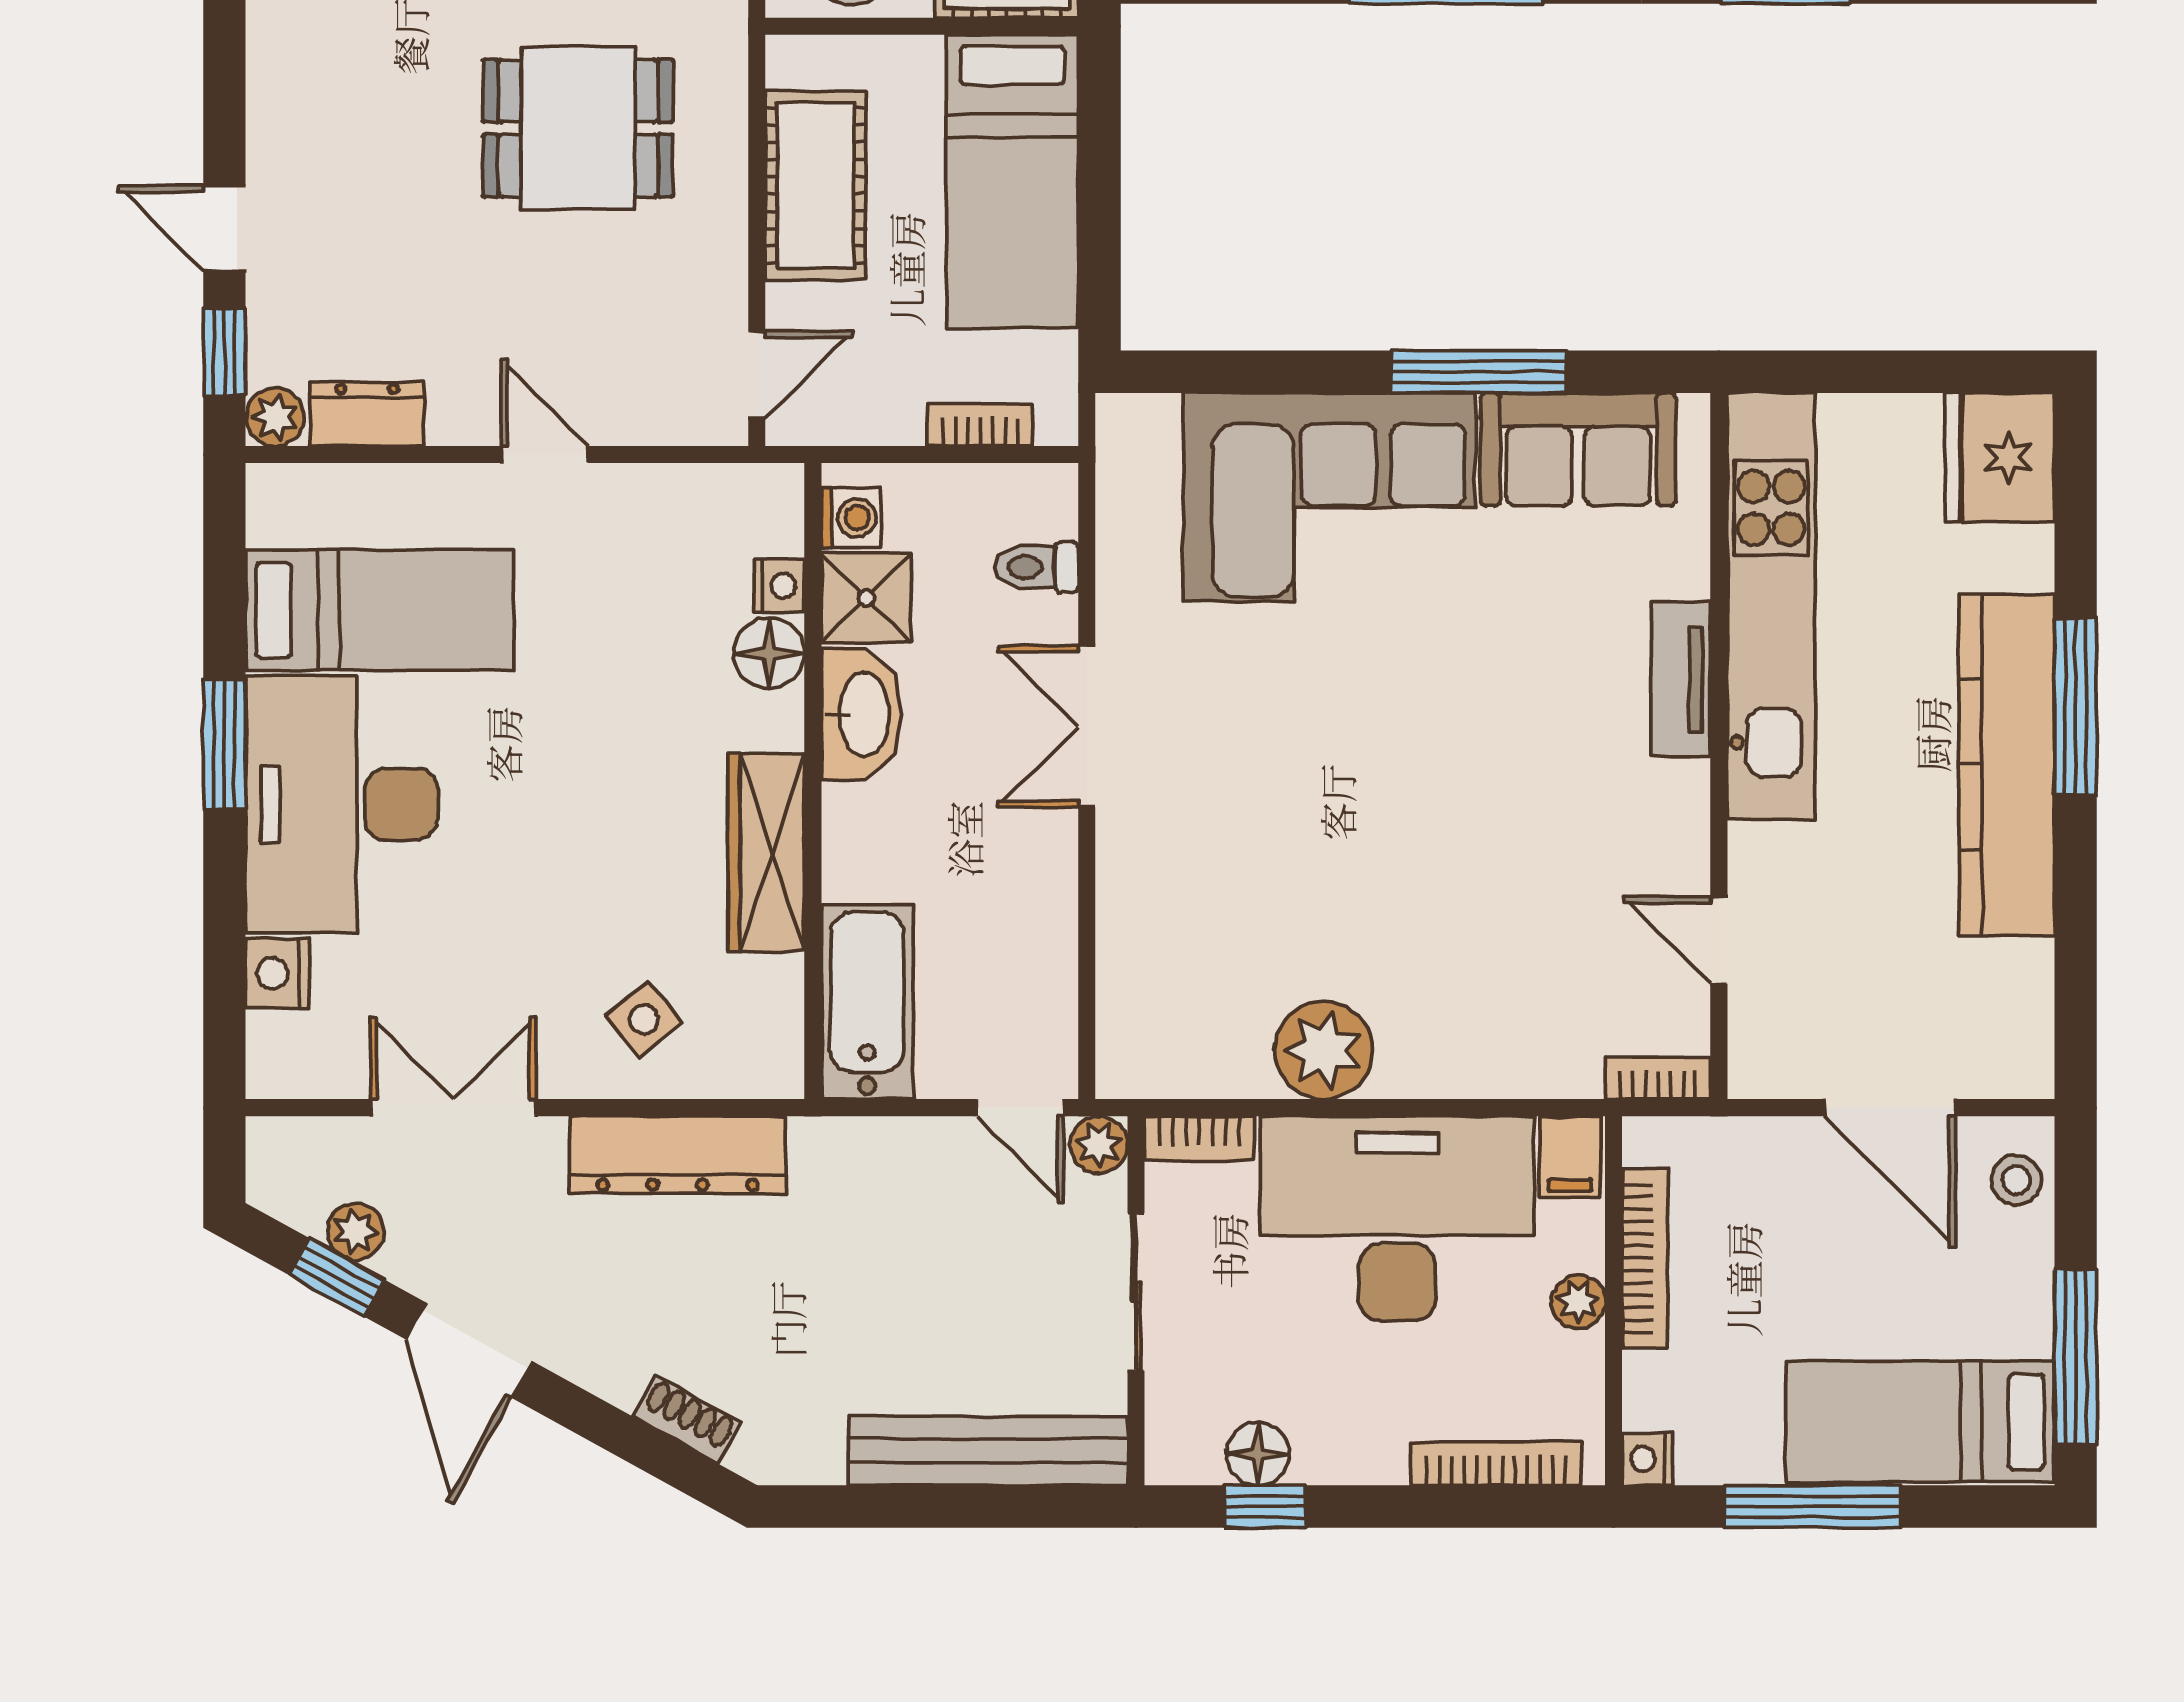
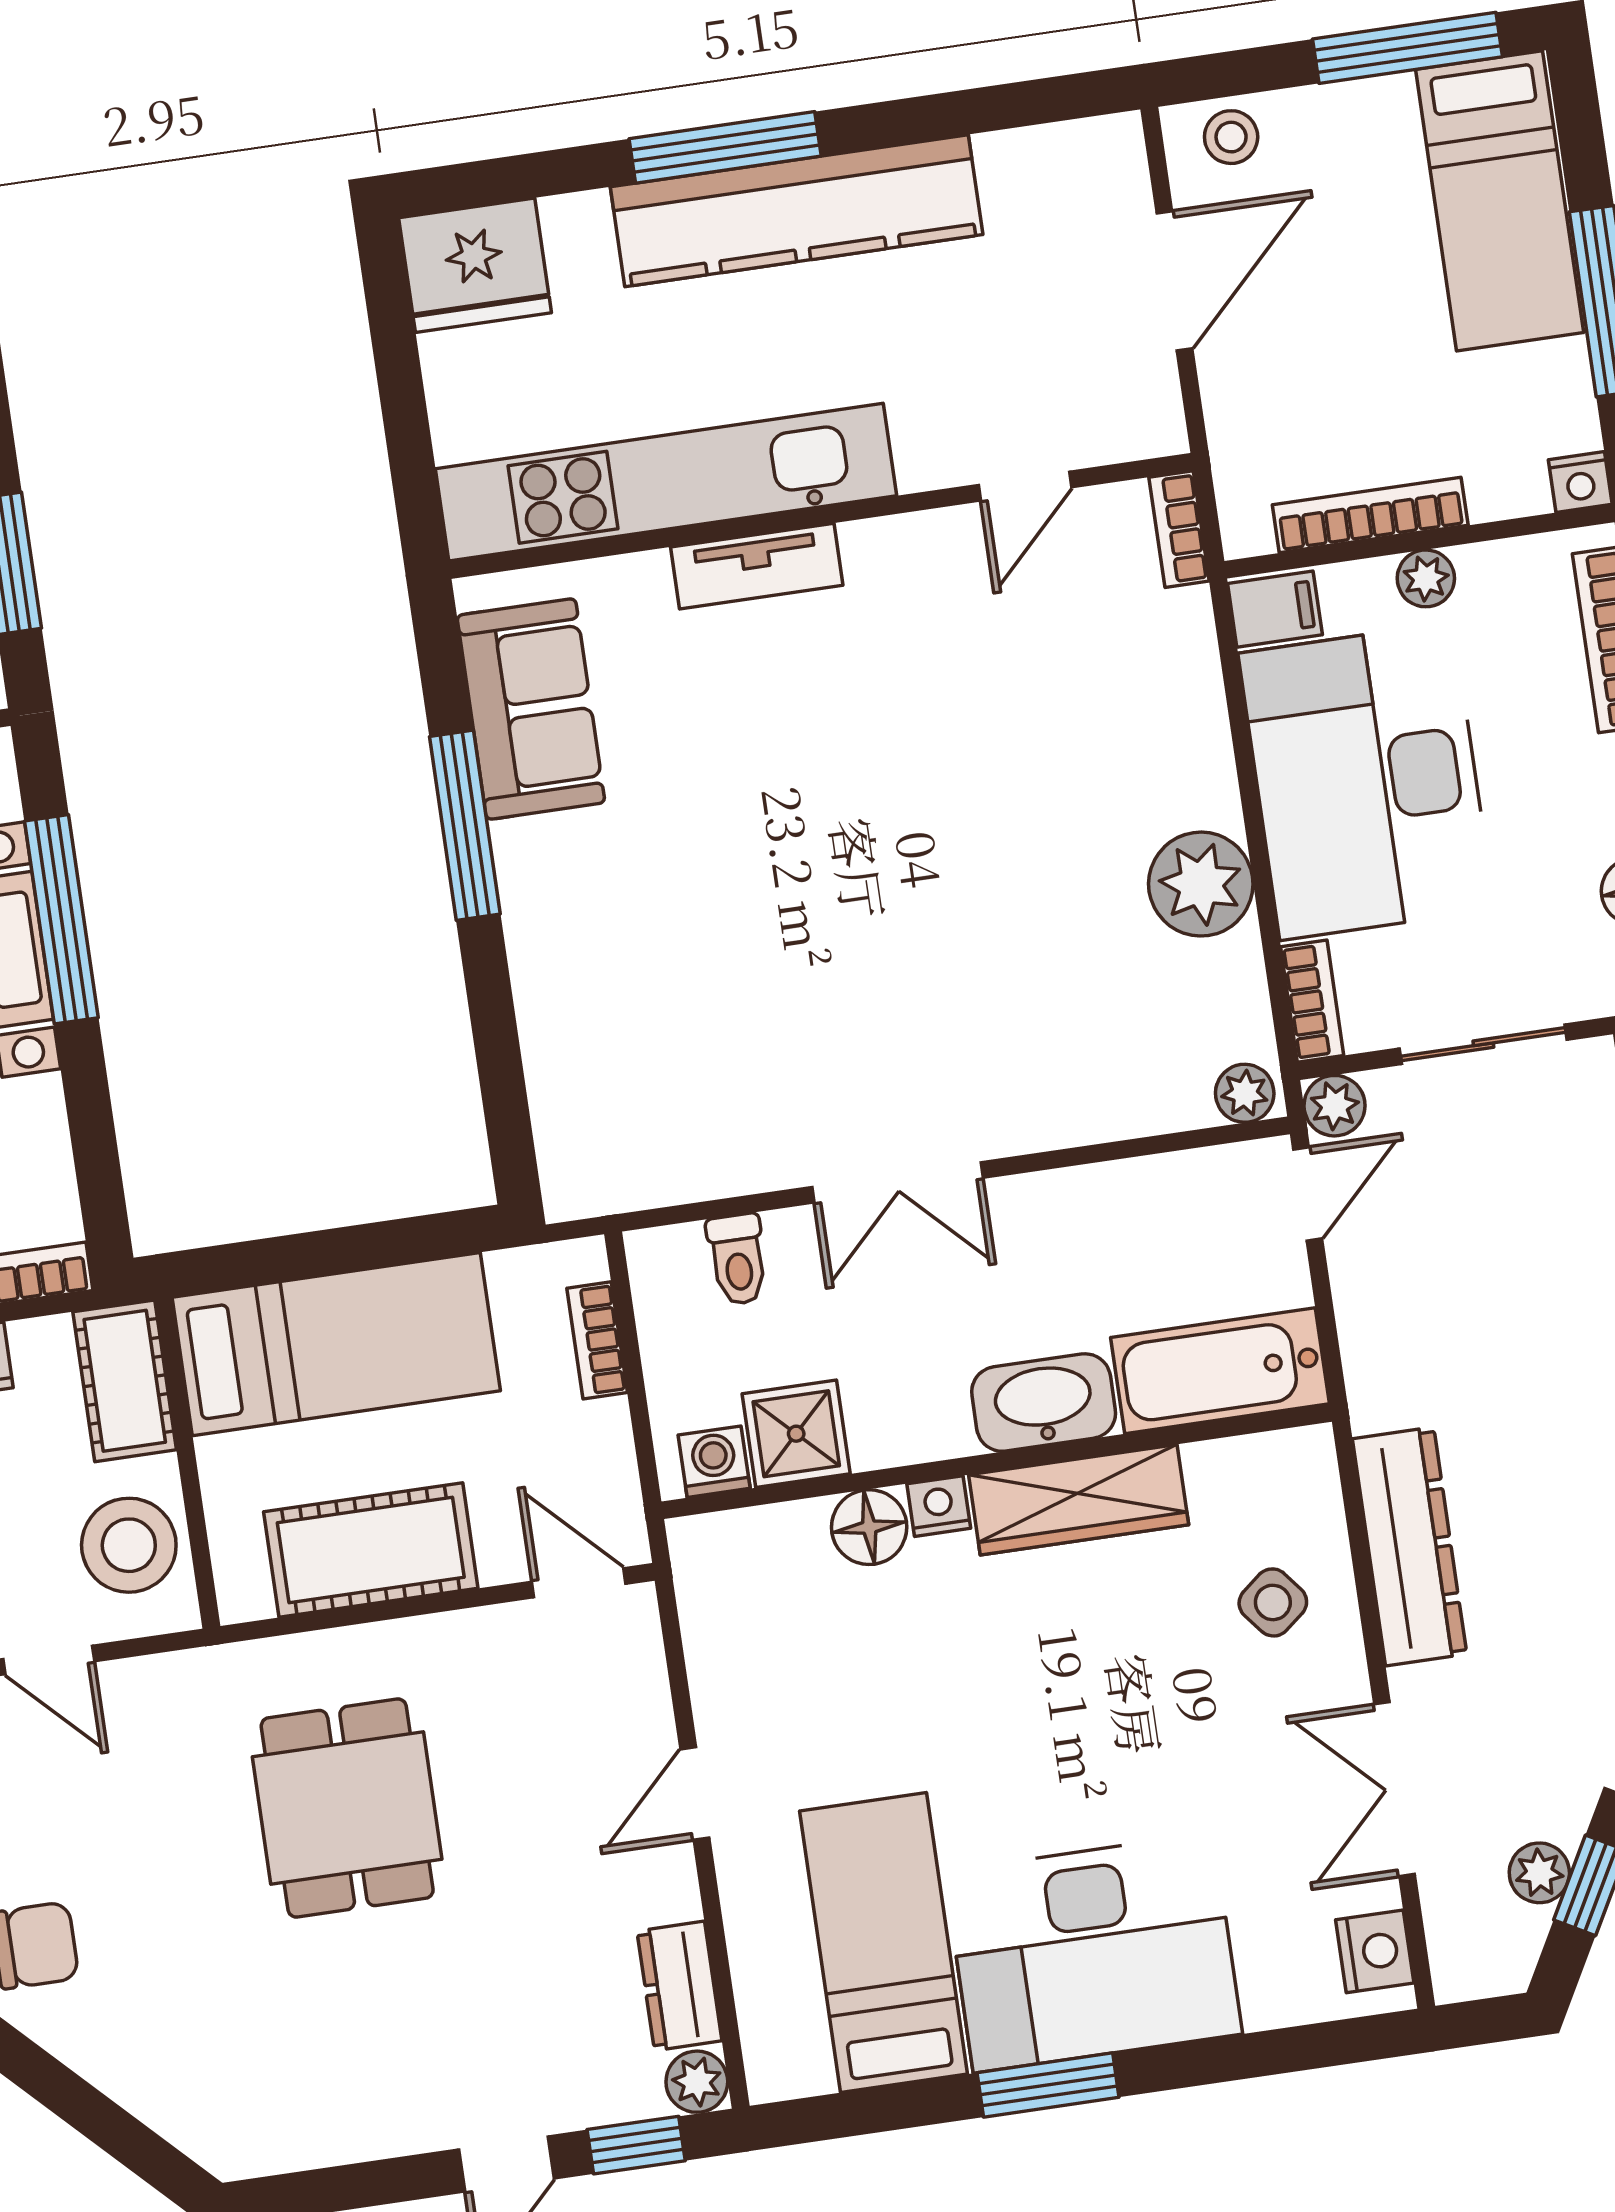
corner sofa: (1329, 497) -> (619, 963), removed
nightstand: (779, 586) -> (939, 1506), moved
washbasin: (862, 714) -> (1044, 1403), moved
nightstand: (278, 973) -> (1375, 1951), moved, turned -90
plant: (1123, 1063) -> (1245, 1093), added

